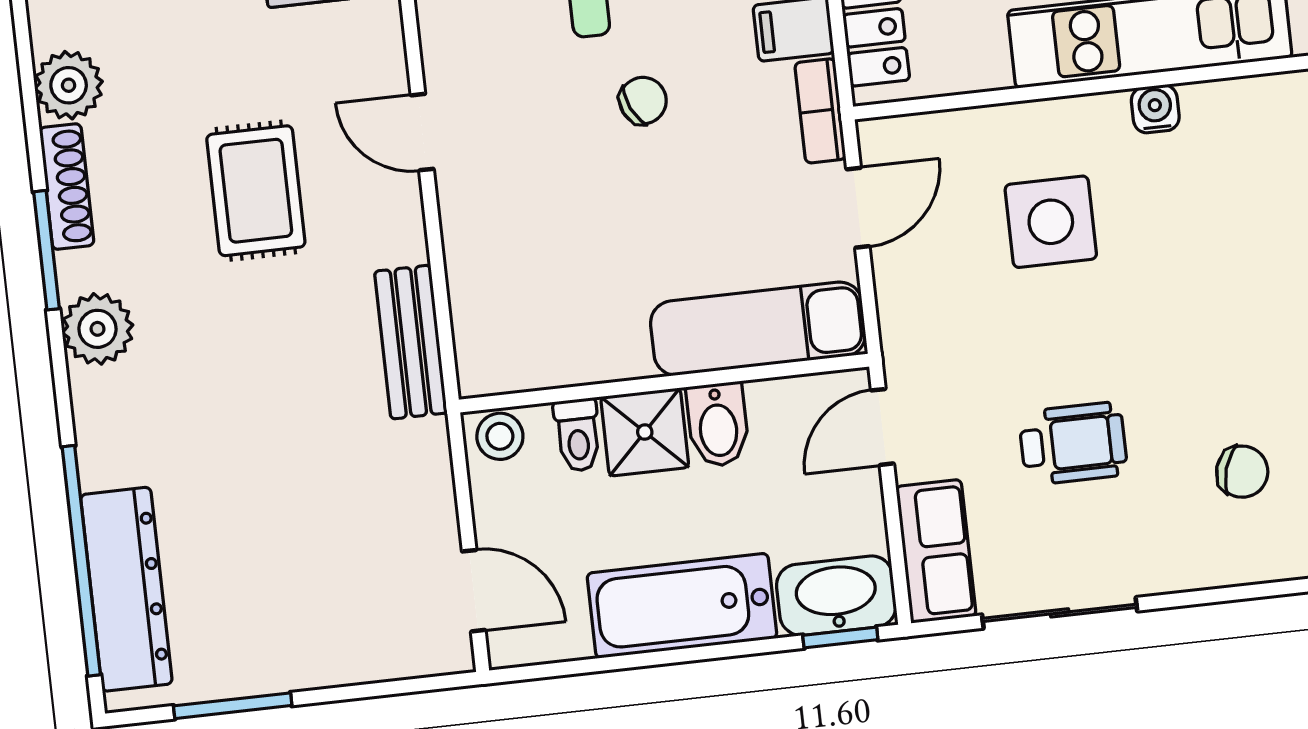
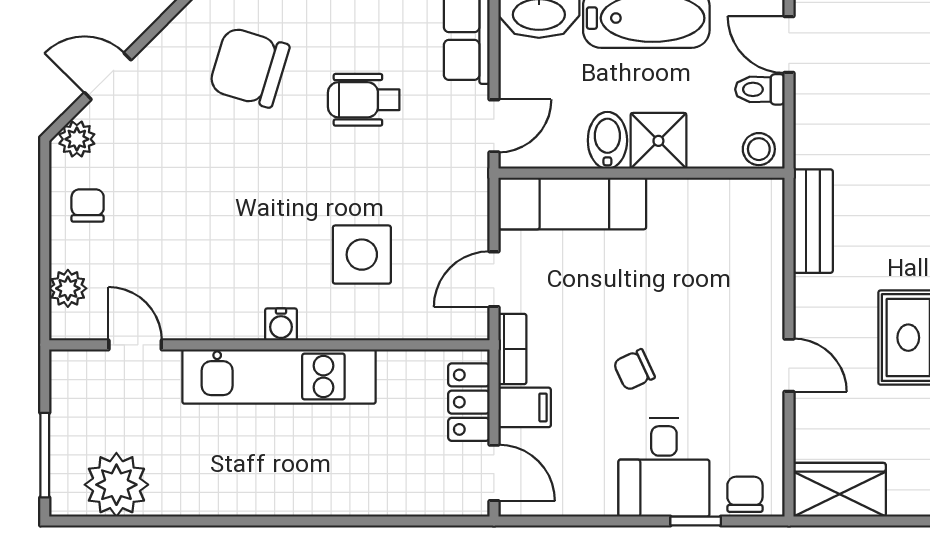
toilet: (578, 435) -> (760, 89), moved, turned -90
chair: (1242, 472) -> (249, 67), width x1.87, depth x1.87

